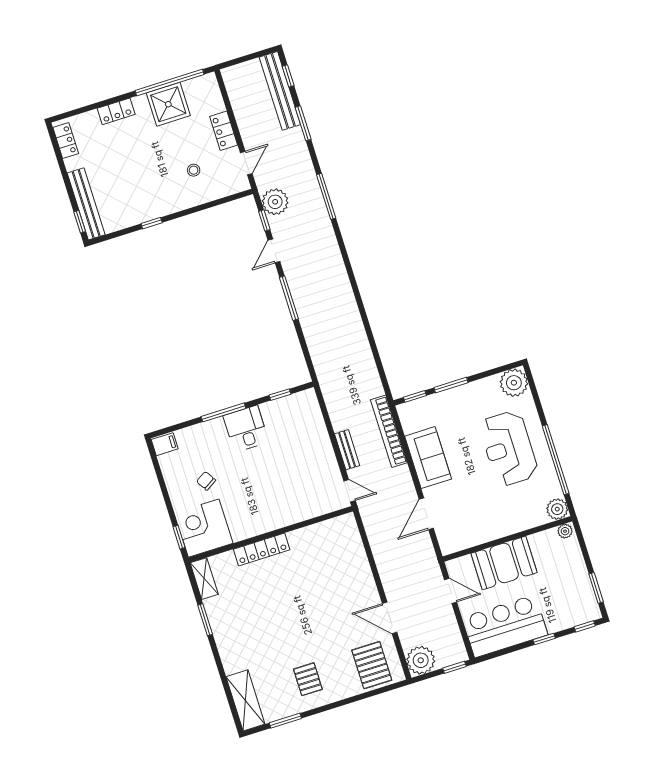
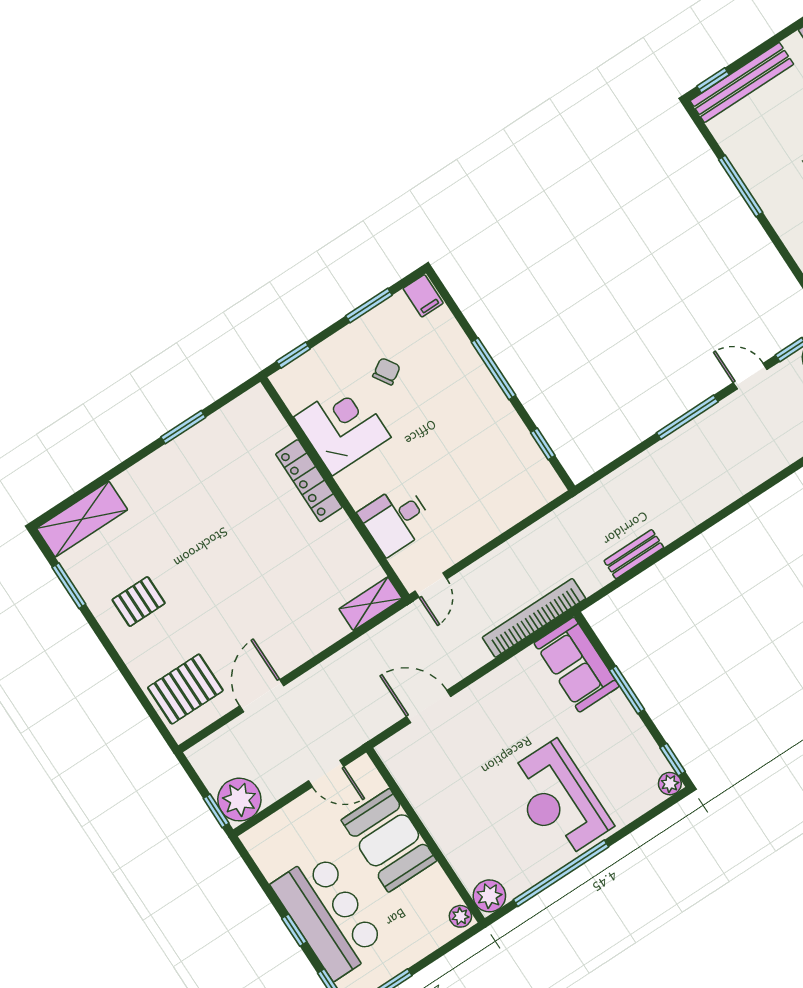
window: (152, 223) -> (741, 186), width x2.17
plant: (514, 383) -> (670, 784), width x0.53, depth x0.53
window: (415, 396) -> (673, 760), moved
desk: (246, 429) -> (396, 519), moved, turned 180
reception desk: (509, 448) -> (558, 800), turned -90
bench: (347, 450) -> (634, 554), moved
sofa: (428, 458) -> (577, 665), moved, turned 90
window: (161, 480) -> (369, 306), added
corner desk: (204, 528) -> (342, 427), moved
shelving: (204, 579) -> (371, 604), moved
door: (451, 591) -> (326, 774), hinge flipped
bar counter: (505, 626) -> (328, 916), moved
plant: (421, 660) -> (239, 800), moved

